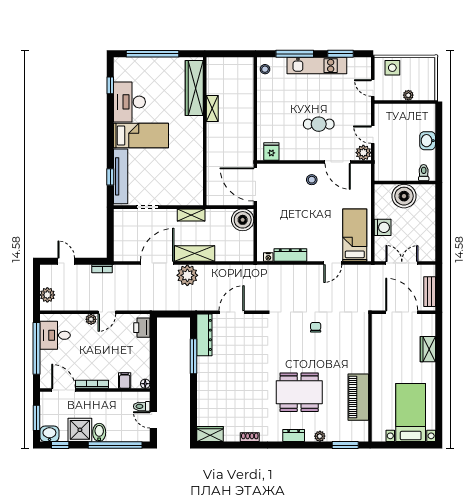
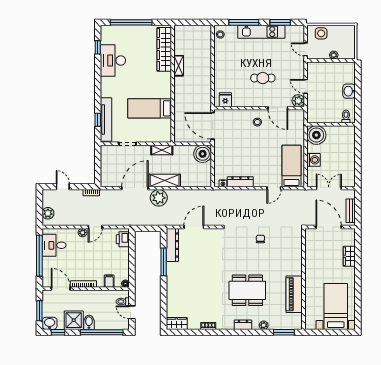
bed: (141, 136) -> (150, 108), moved, turned 180
boiler: (404, 196) -> (316, 135), moved

